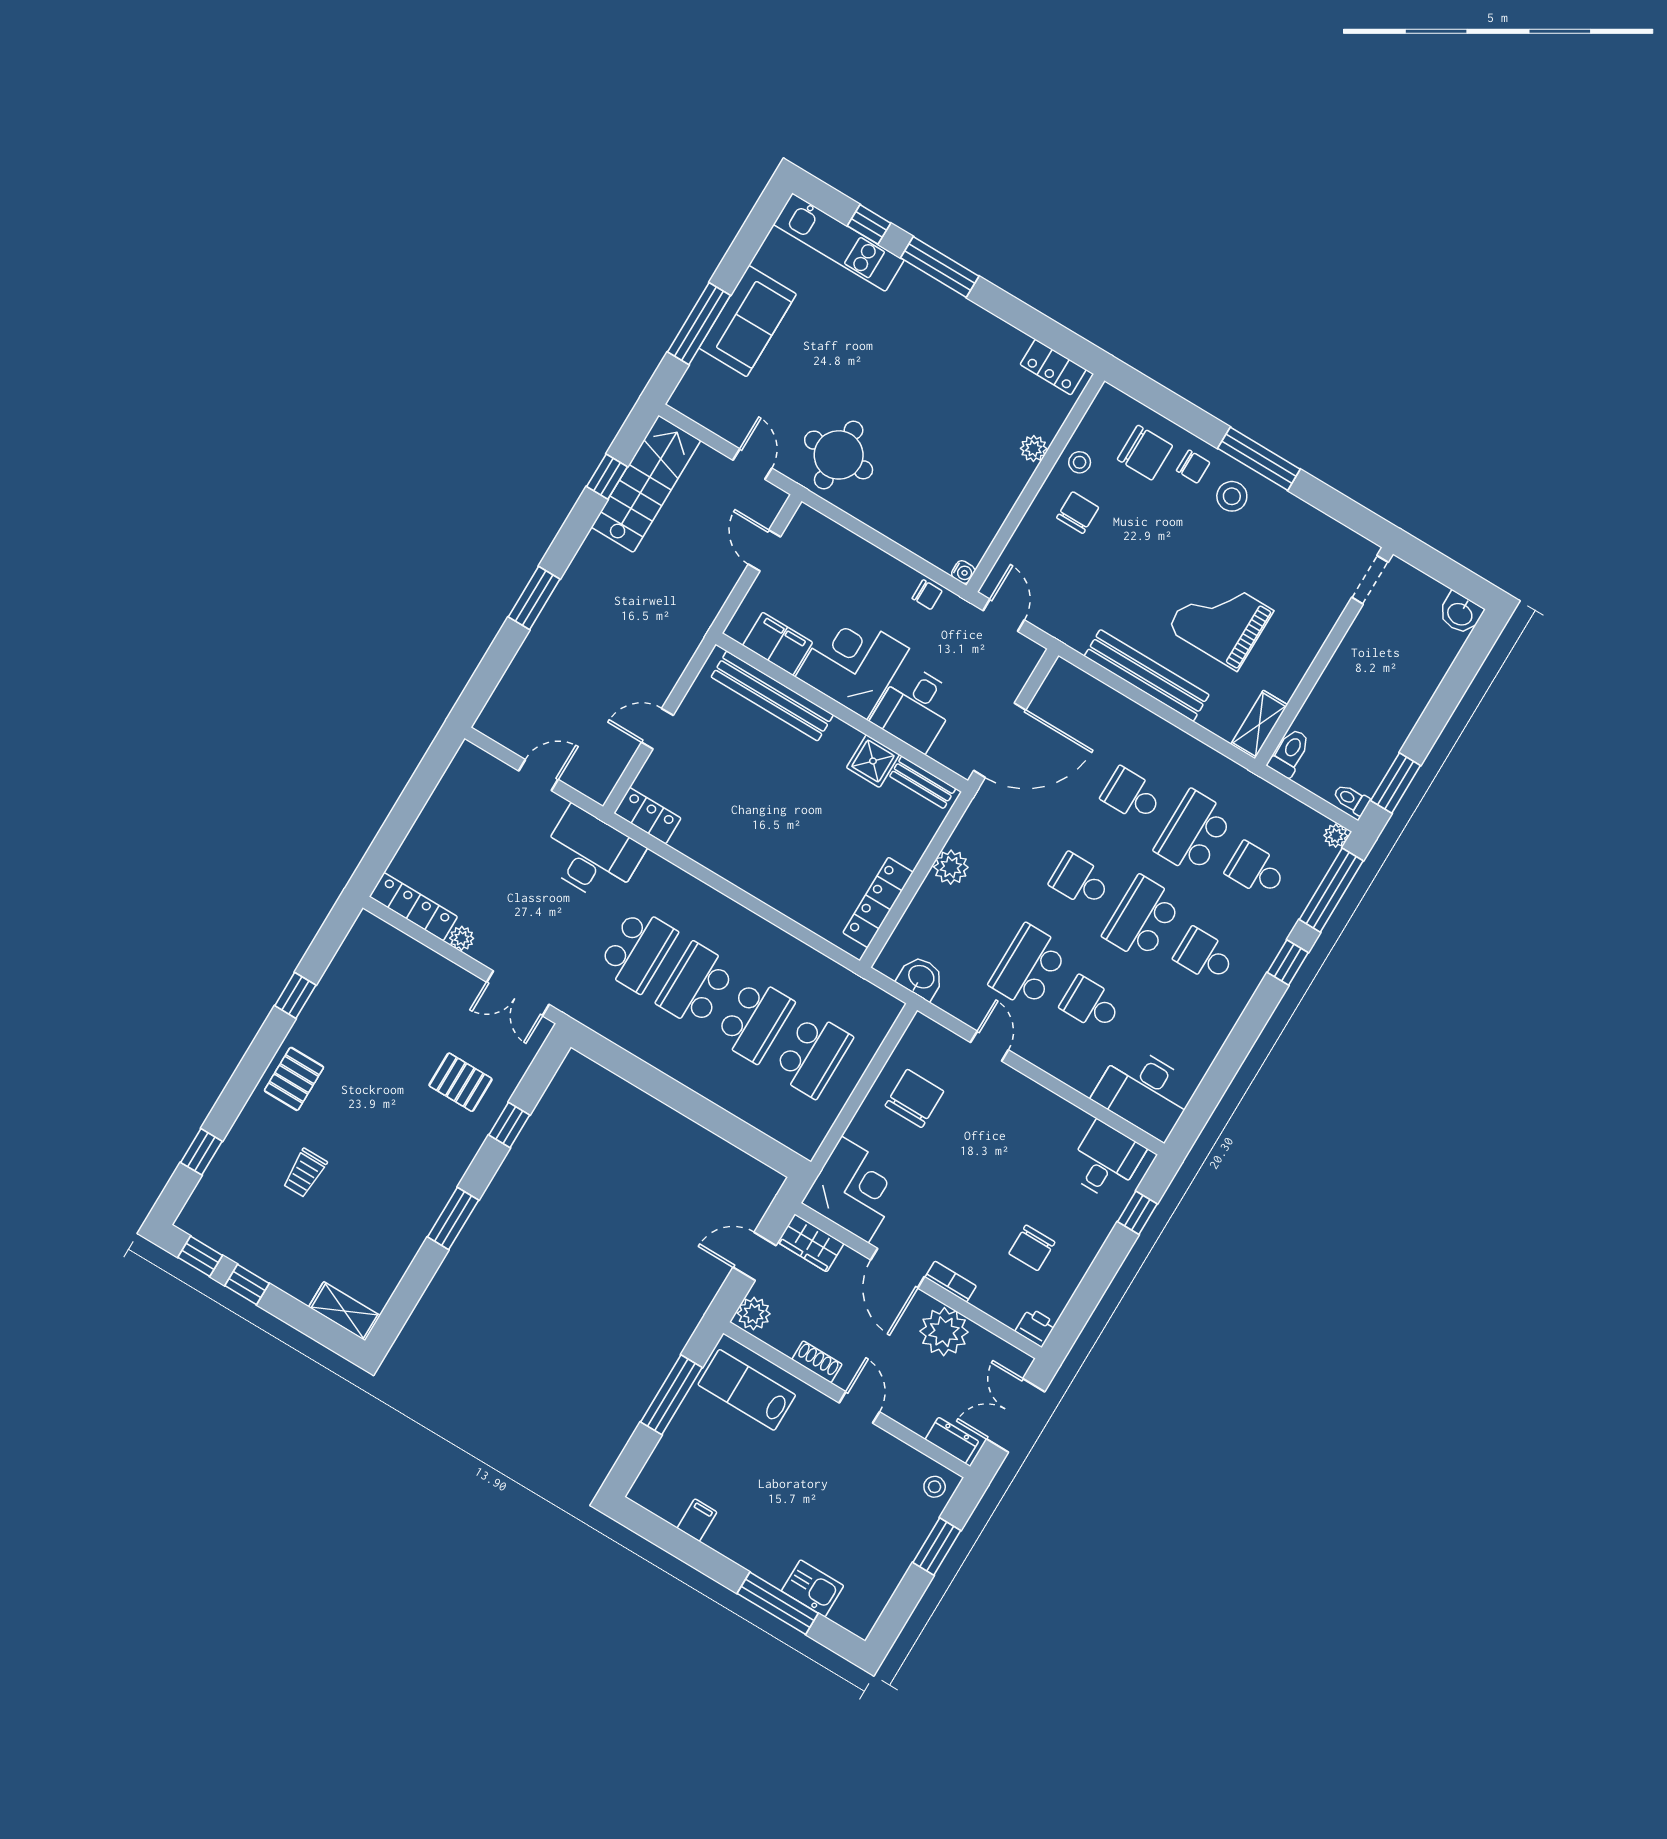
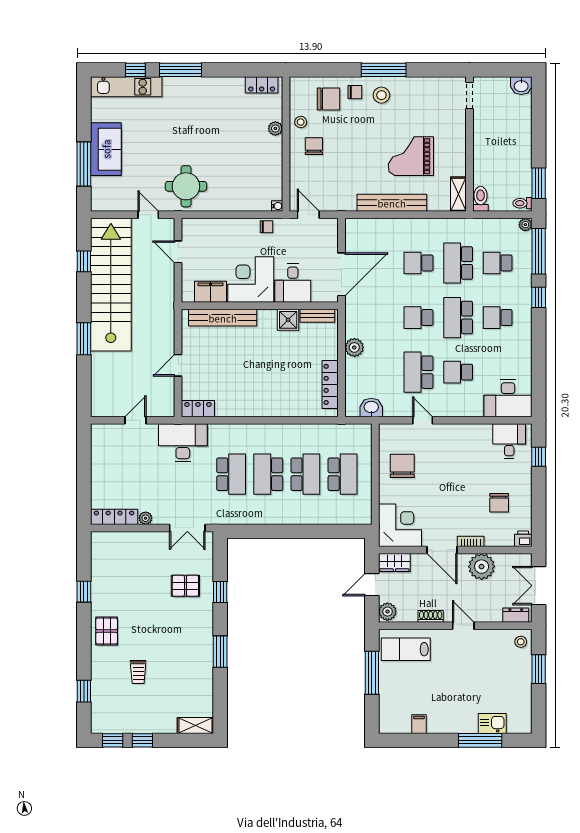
stairs: (646, 484) -> (111, 285), width x1.86, depth x1.51

